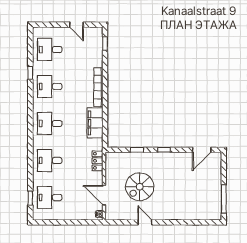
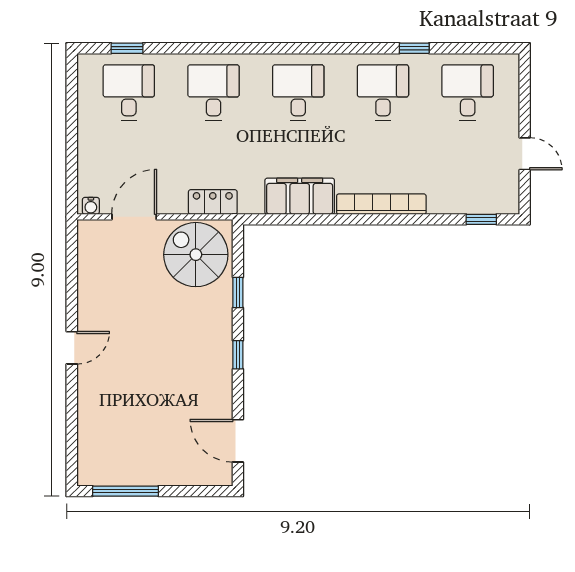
door: (76, 25) -> (525, 154), swing flipped
spiral stairs: (140, 187) -> (196, 255), moved
door: (145, 222) -> (72, 348), moved

